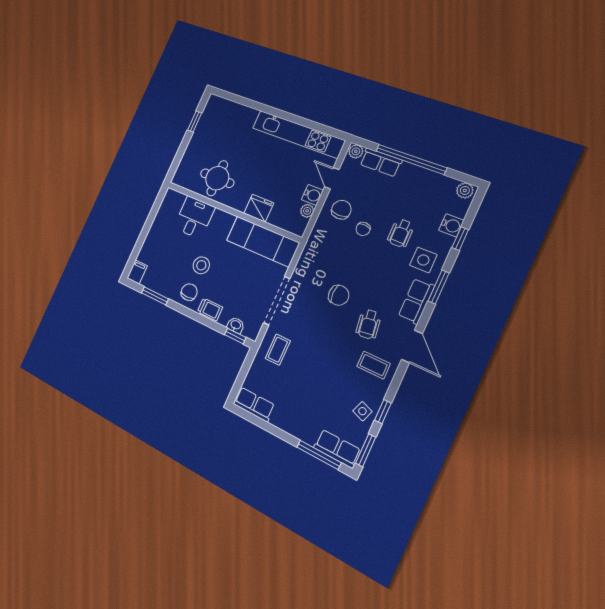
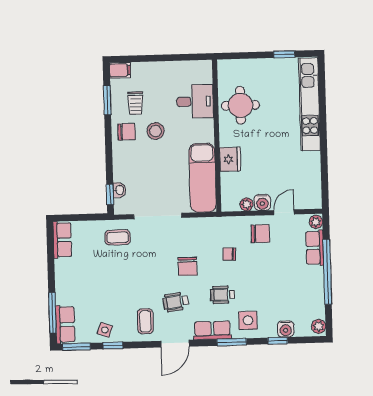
kitchen unit: (298, 134) -> (309, 104), moved
chair: (363, 229) -> (229, 254), moved
wheelchair: (401, 233) -> (223, 295), moved
trolley: (210, 309) -> (135, 103), moved

